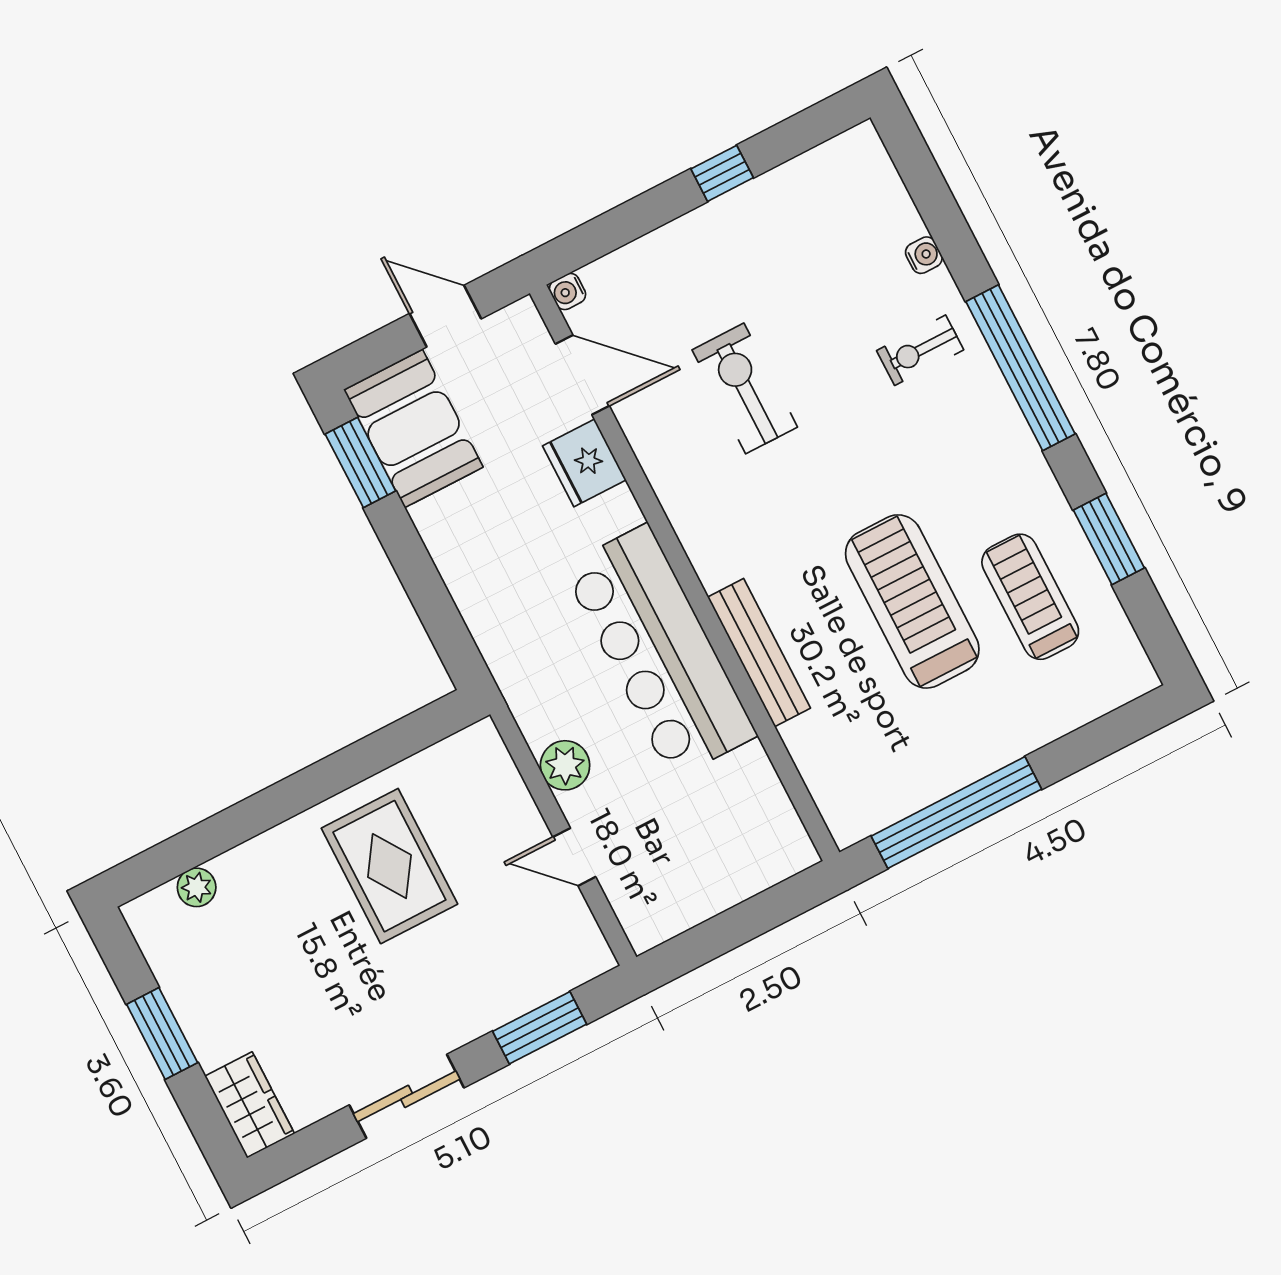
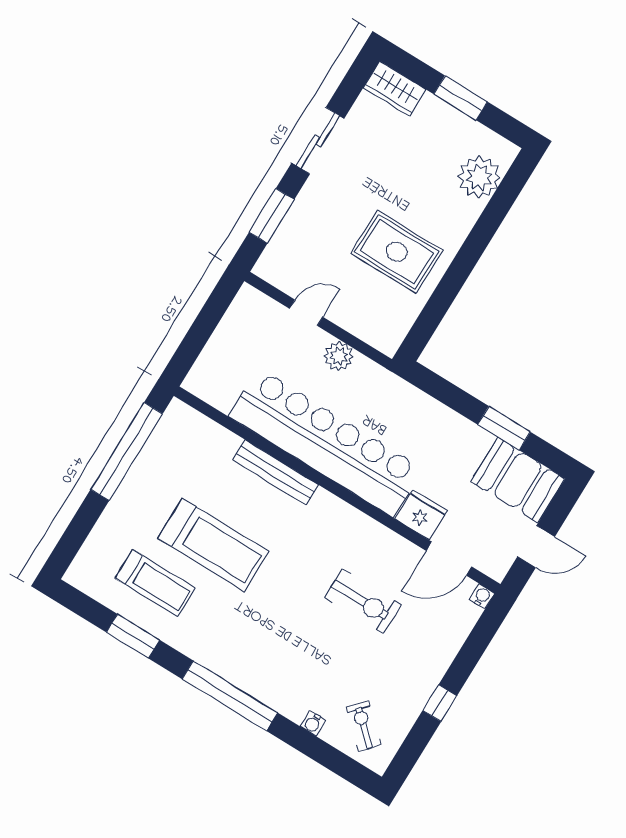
exercise bike: (920, 350) -> (363, 726), moved, turned -48
window: (360, 462) -> (504, 428), moved
bar counter: (660, 651) -> (326, 443), width x1.36
plant: (197, 887) -> (479, 177), width x1.88, depth x1.88

